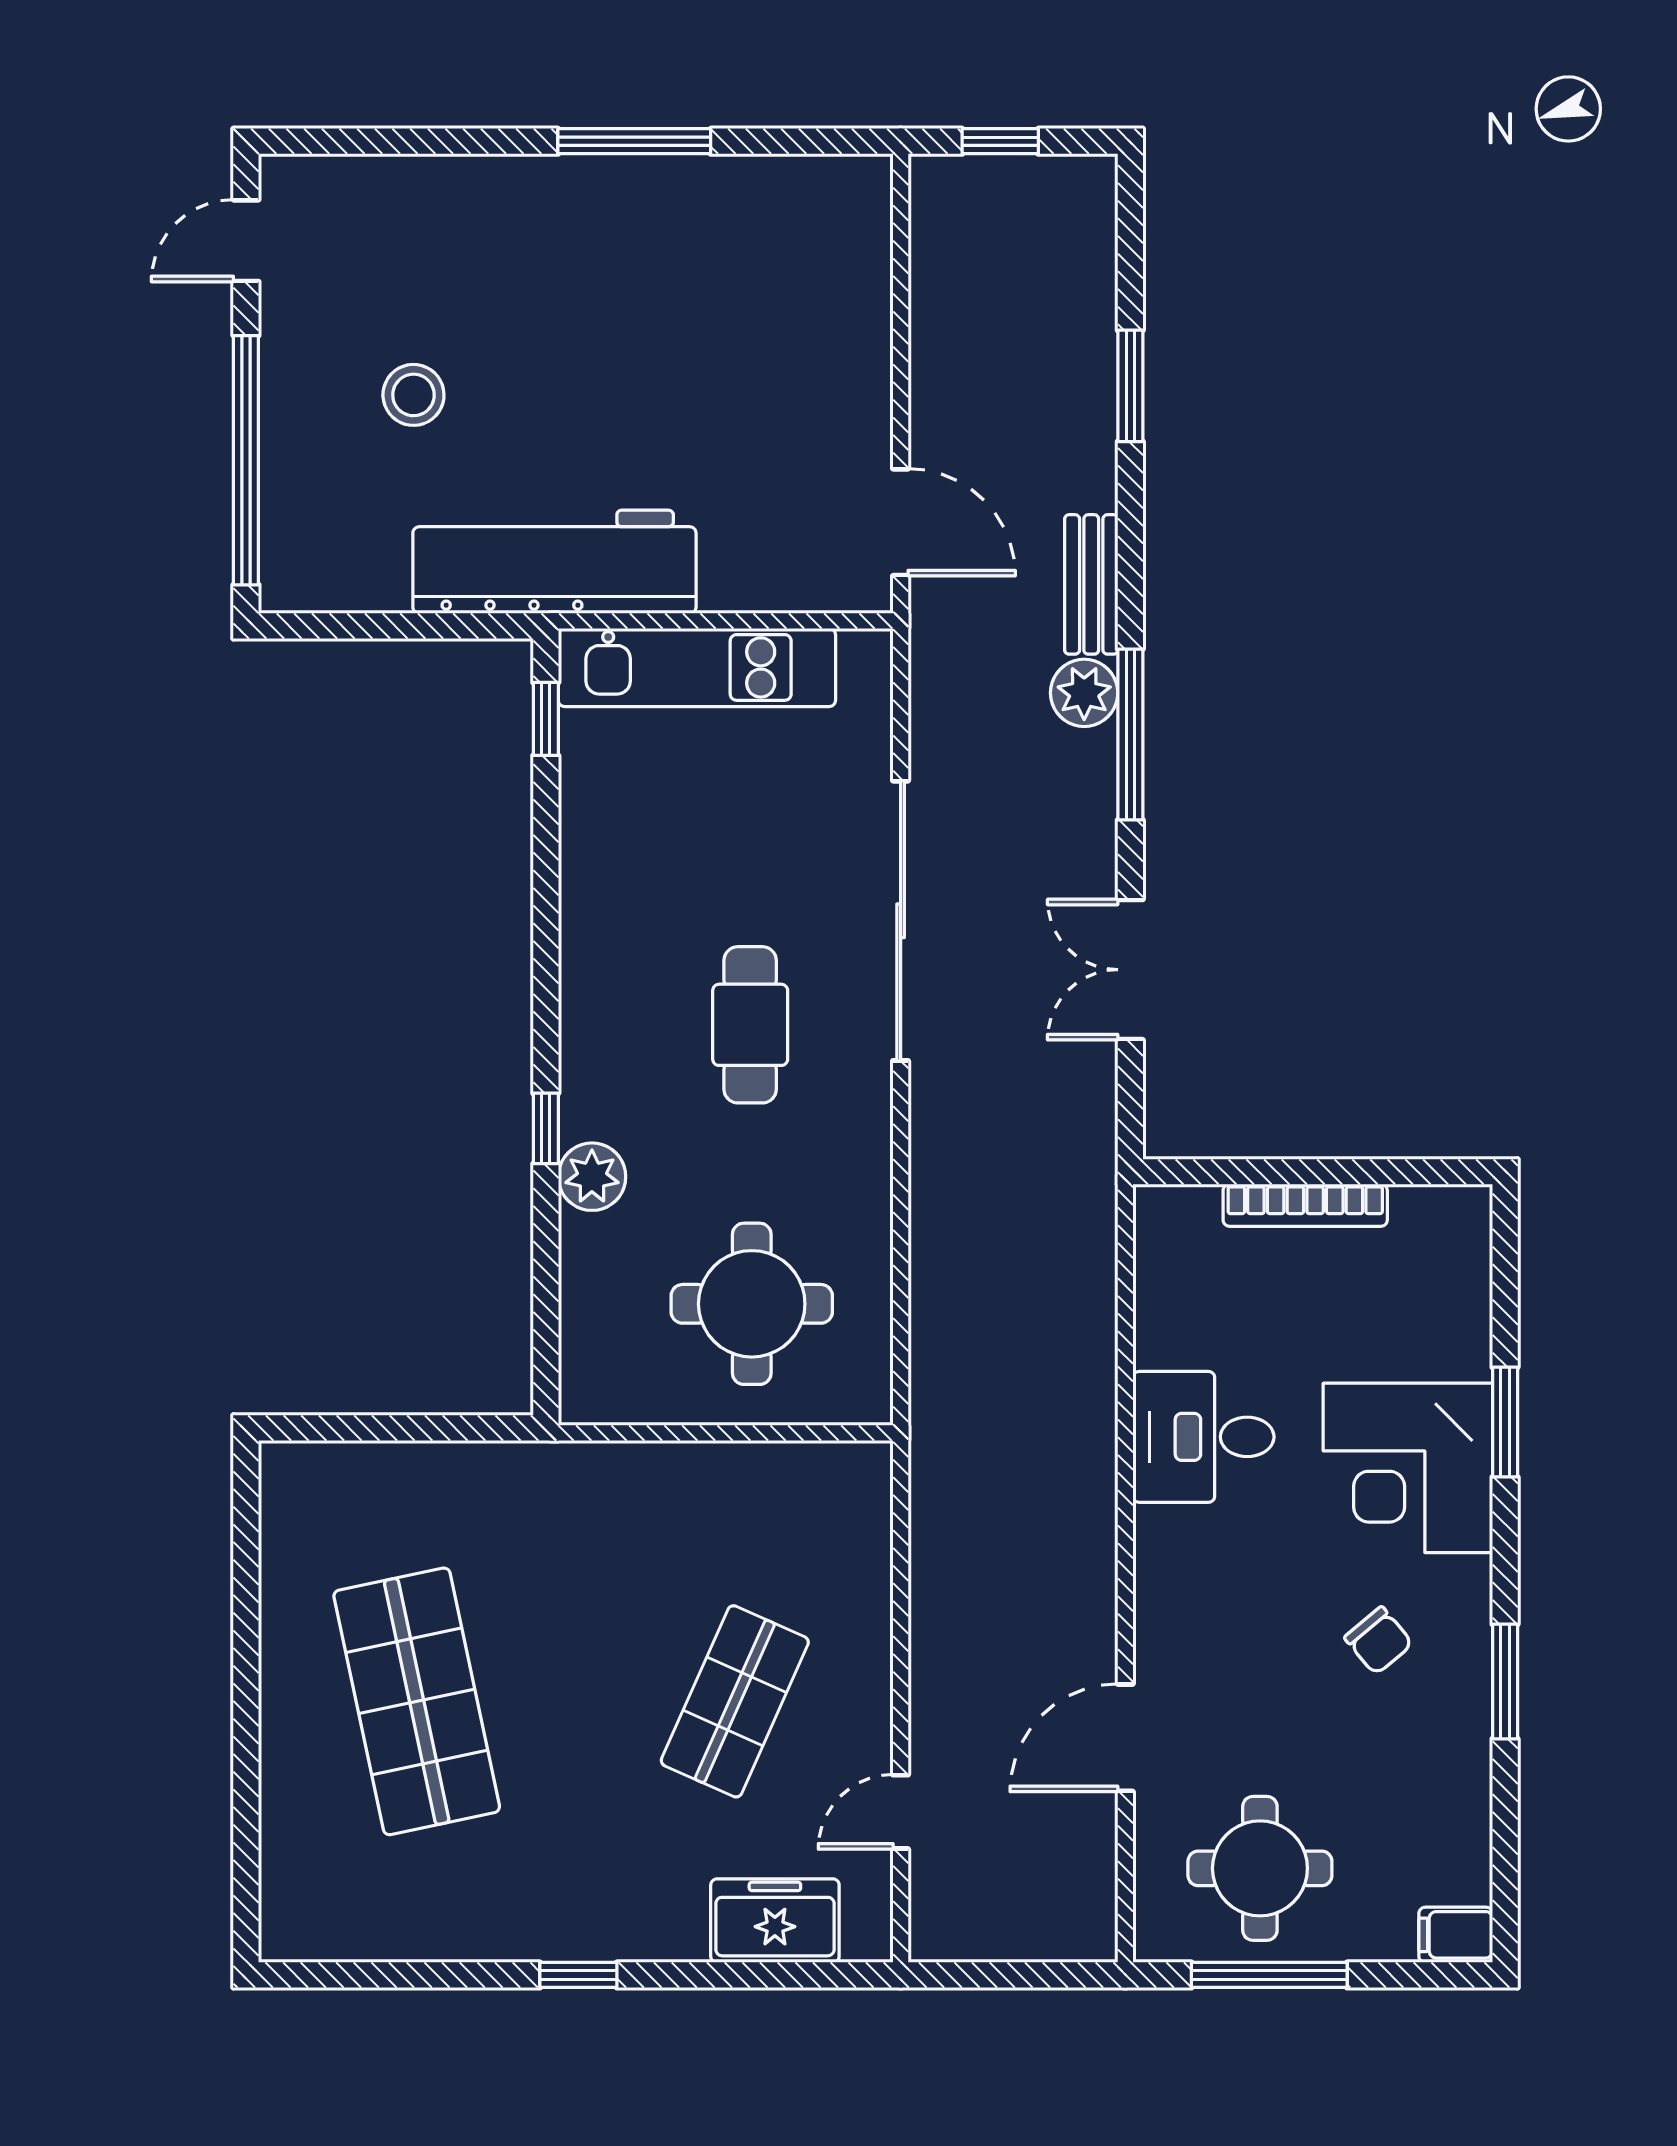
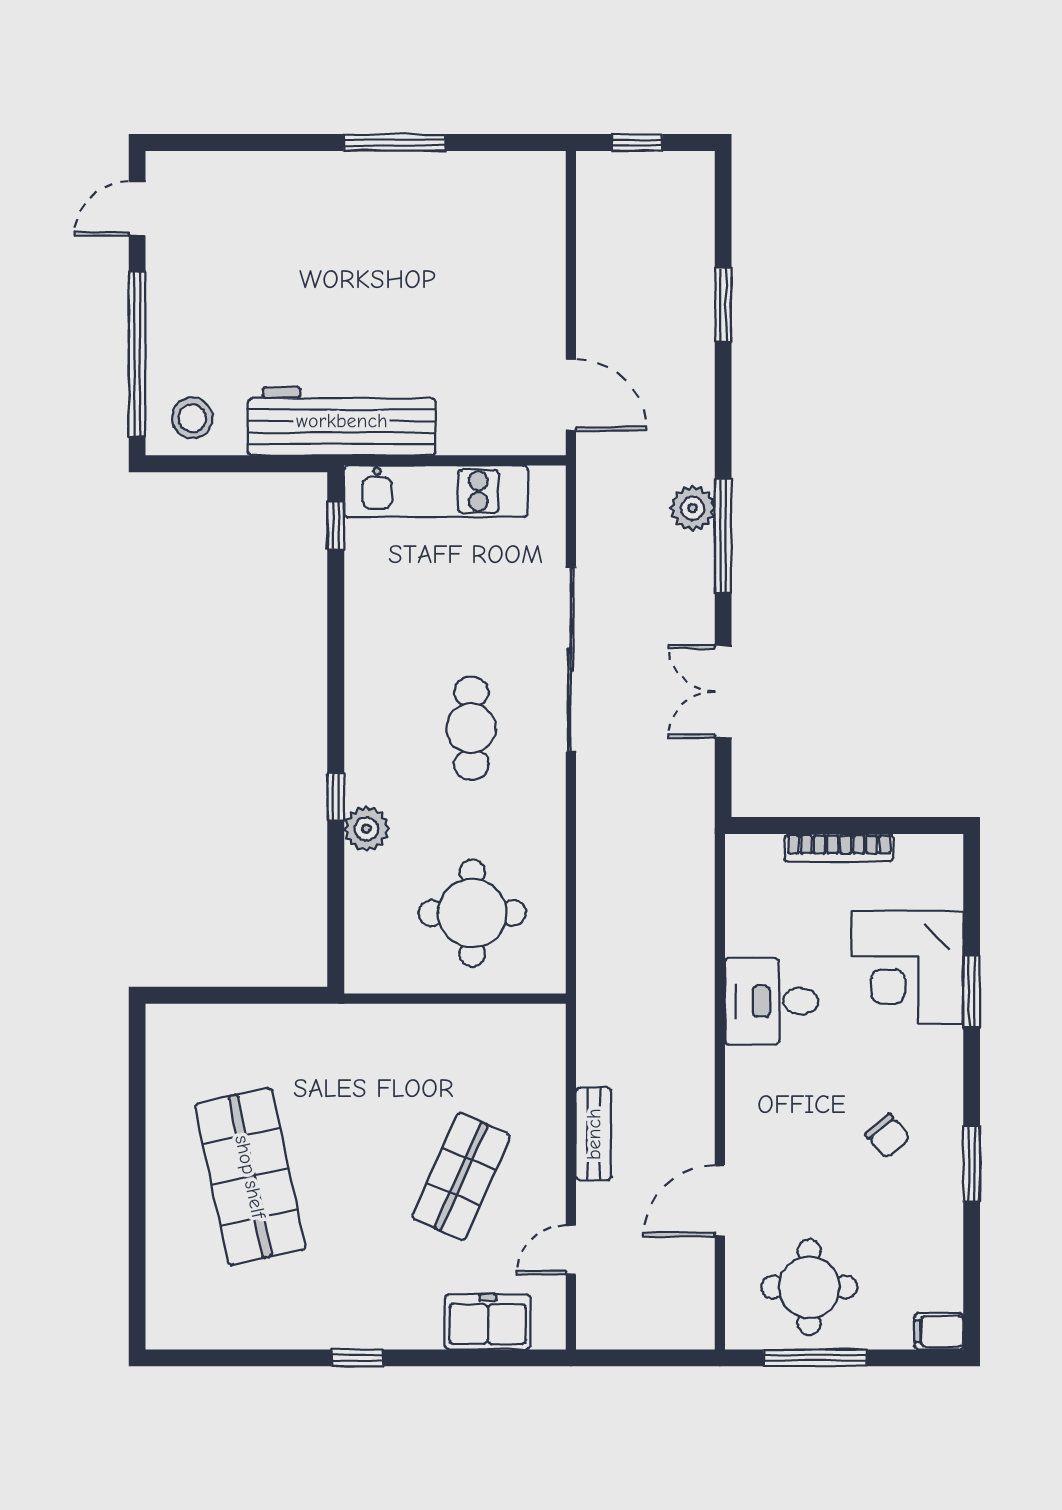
stool: (413, 395) -> (192, 418), moved
bench: (1091, 584) -> (594, 1134), moved
corner desk: (1408, 1468) -> (907, 967), moved

